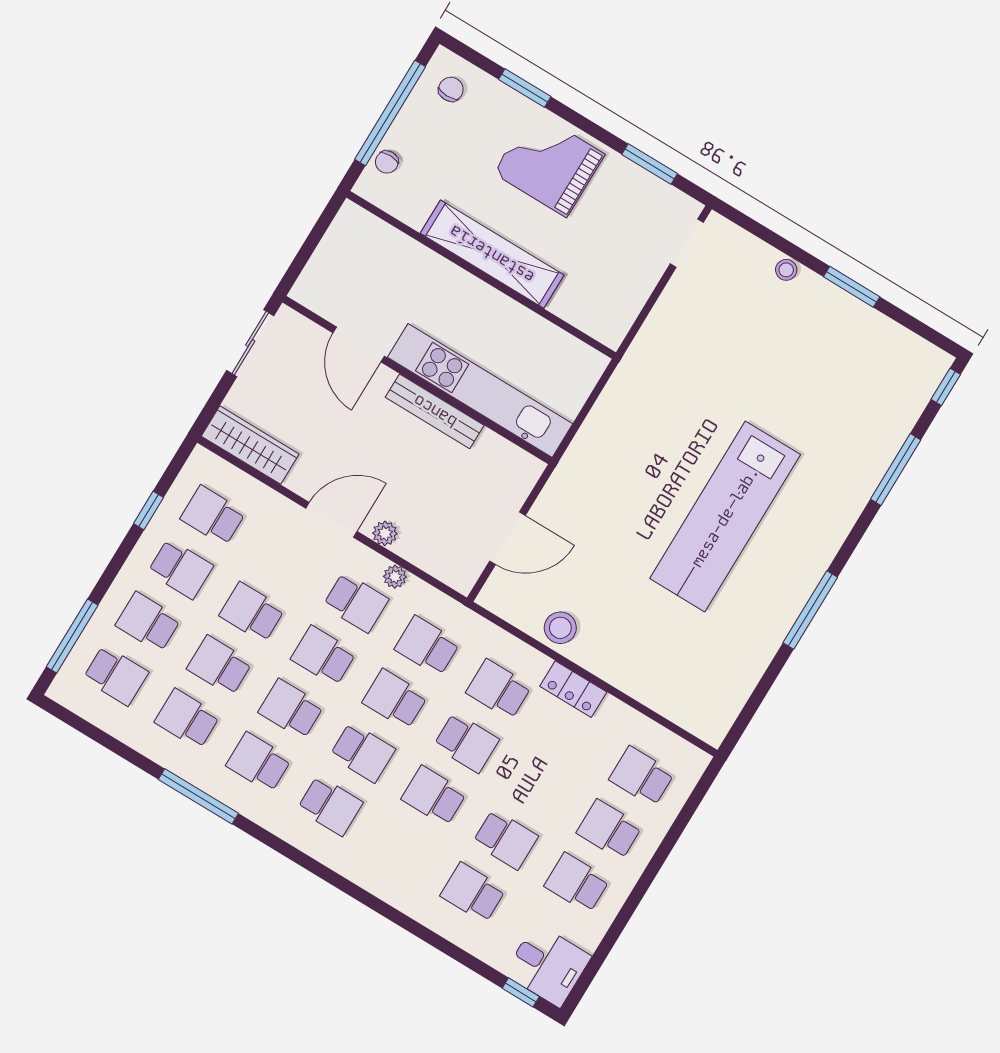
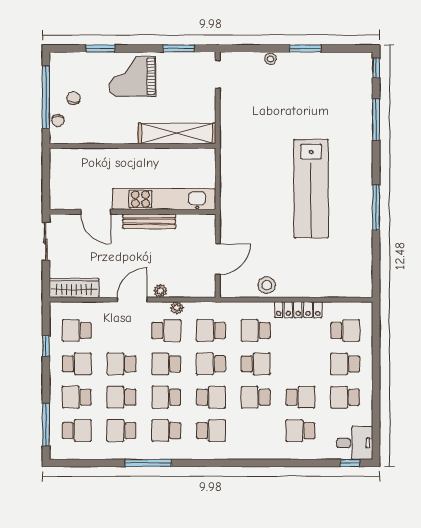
chair: (451, 89) -> (74, 98), moved
shelving: (492, 254) -> (177, 133), moved
locker: (573, 689) -> (298, 310), width x1.53
school desk: (642, 776) -> (345, 331), turned 180

